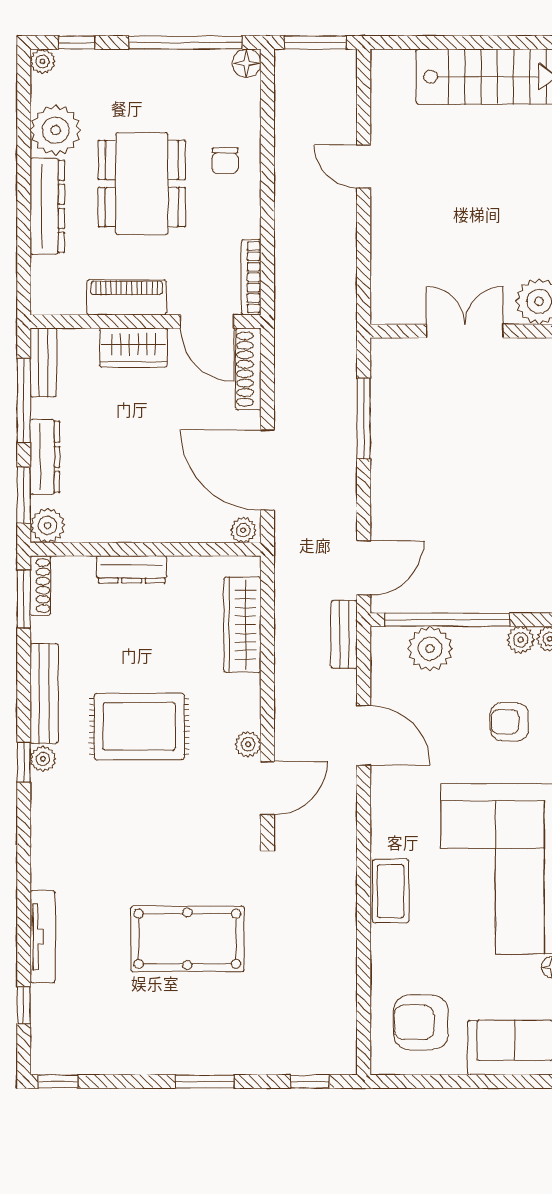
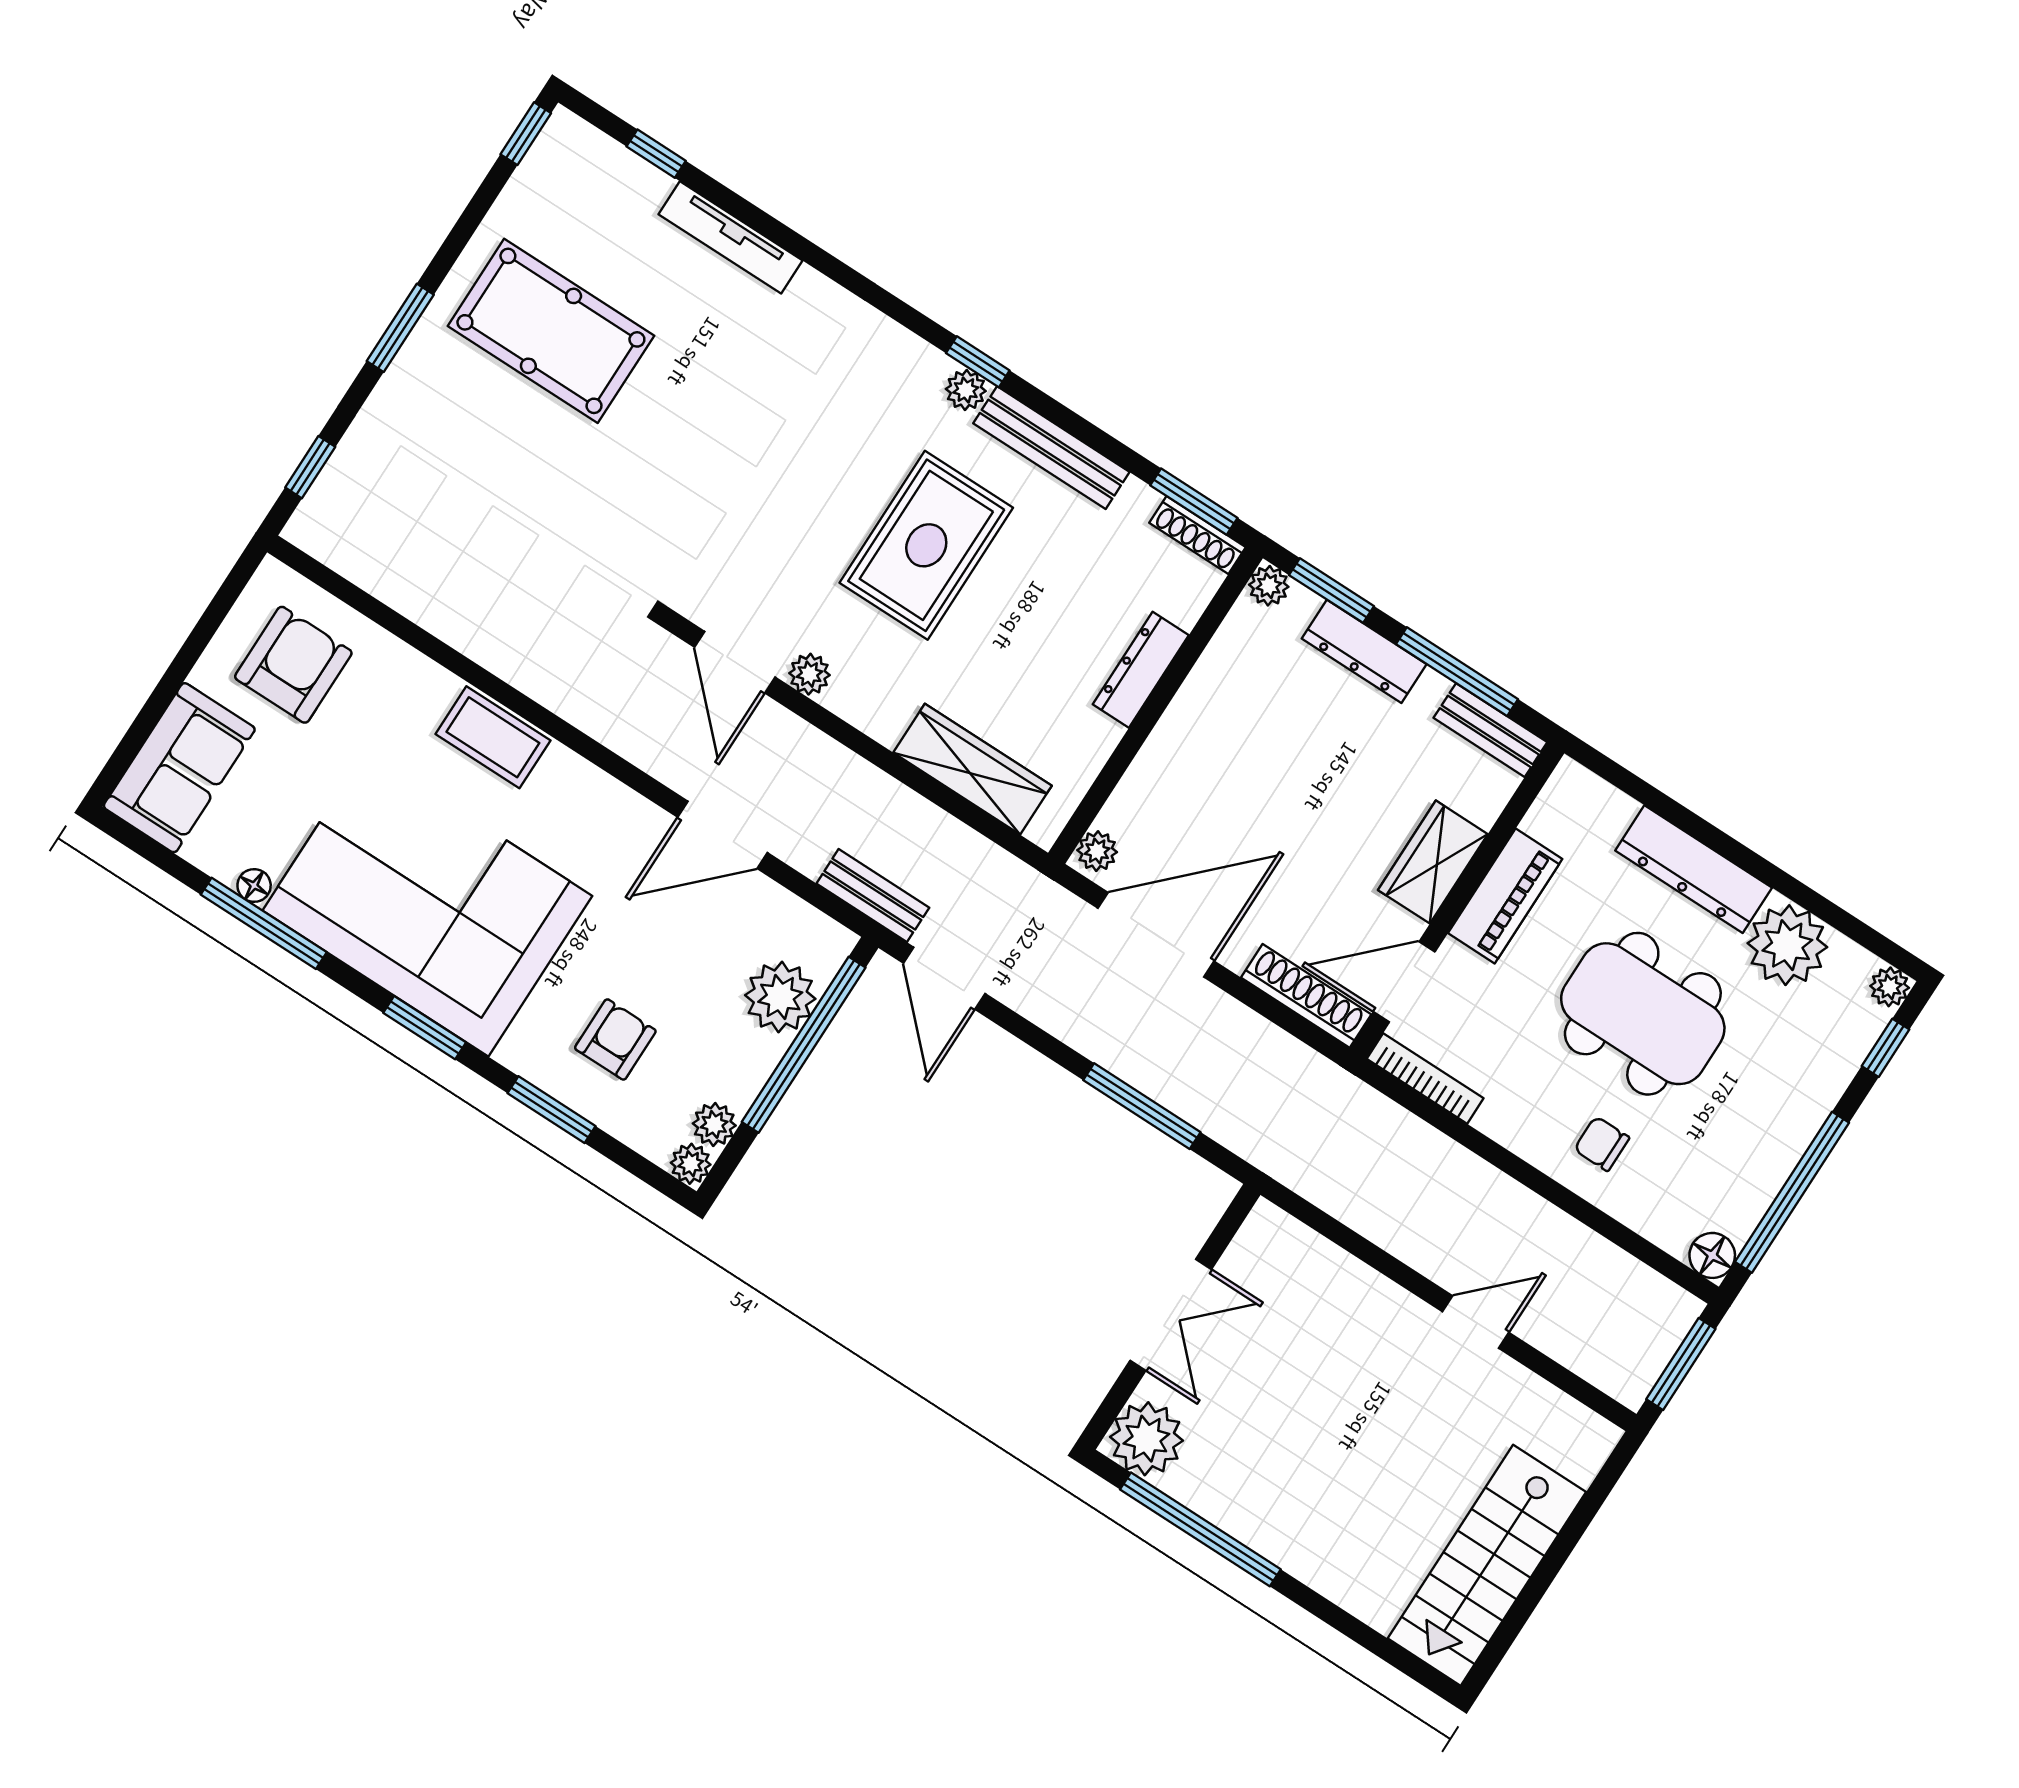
plant: (48, 525) -> (1269, 586), width x0.73, depth x0.73
pool table: (187, 939) -> (551, 331), moved, turned 90

